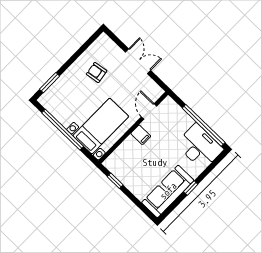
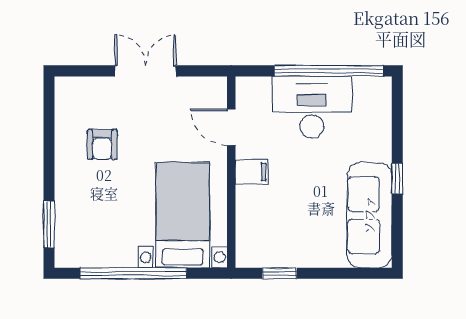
armchair: (97, 72) -> (102, 145), turned -81
desk: (199, 147) -> (312, 107), moved

